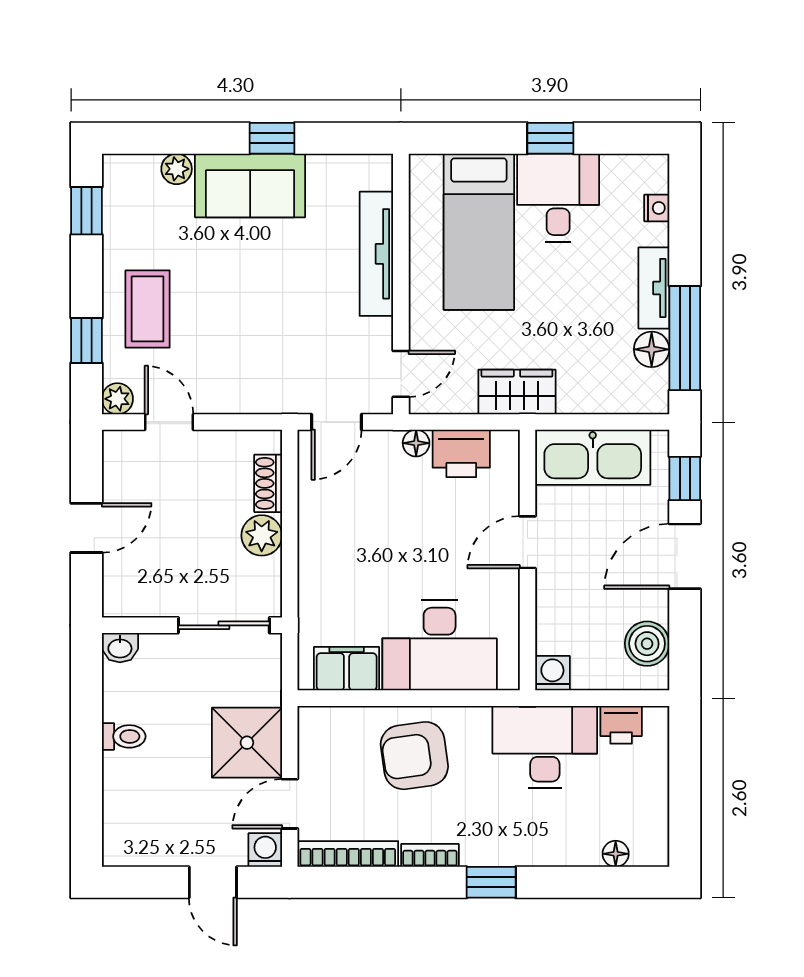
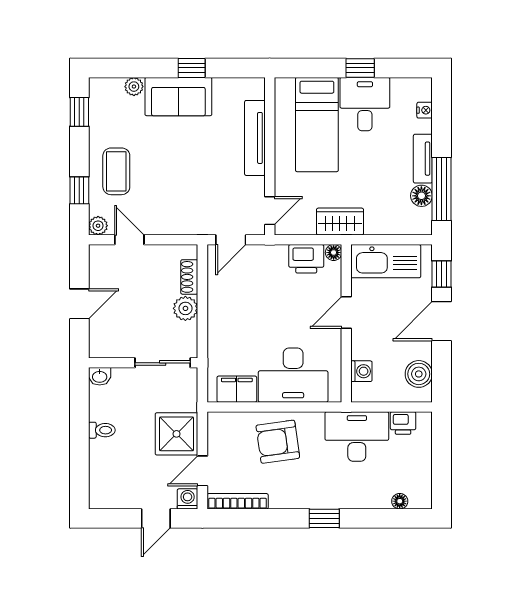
floor lamp: (416, 443) -> (334, 253), moved
washing machine: (552, 673) -> (361, 371), moved, turned 90
bookcase: (430, 855) -> (287, 502), removed
door: (213, 882) -> (156, 518), hinge flipped

